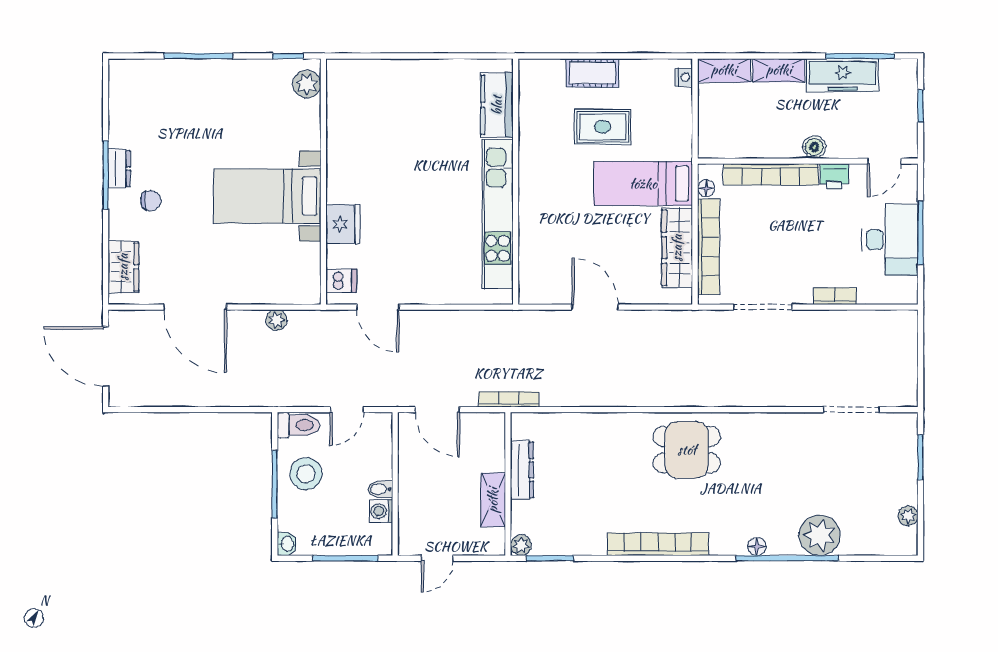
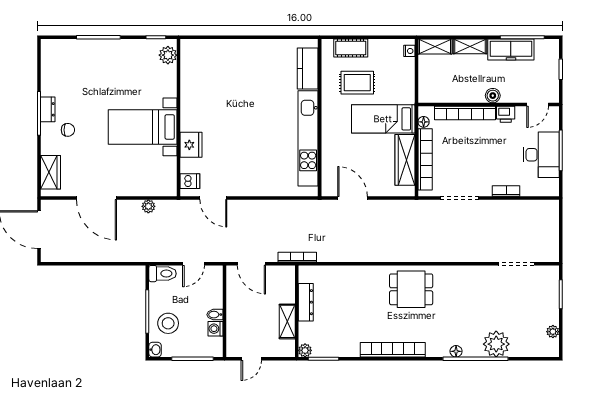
kitchen counter: (497, 105) -> (308, 69), moved
wall: (516, 182) -> (320, 118), moved
kitchen unit: (498, 214) -> (308, 138), moved
stool: (306, 474) -> (168, 323), moved

